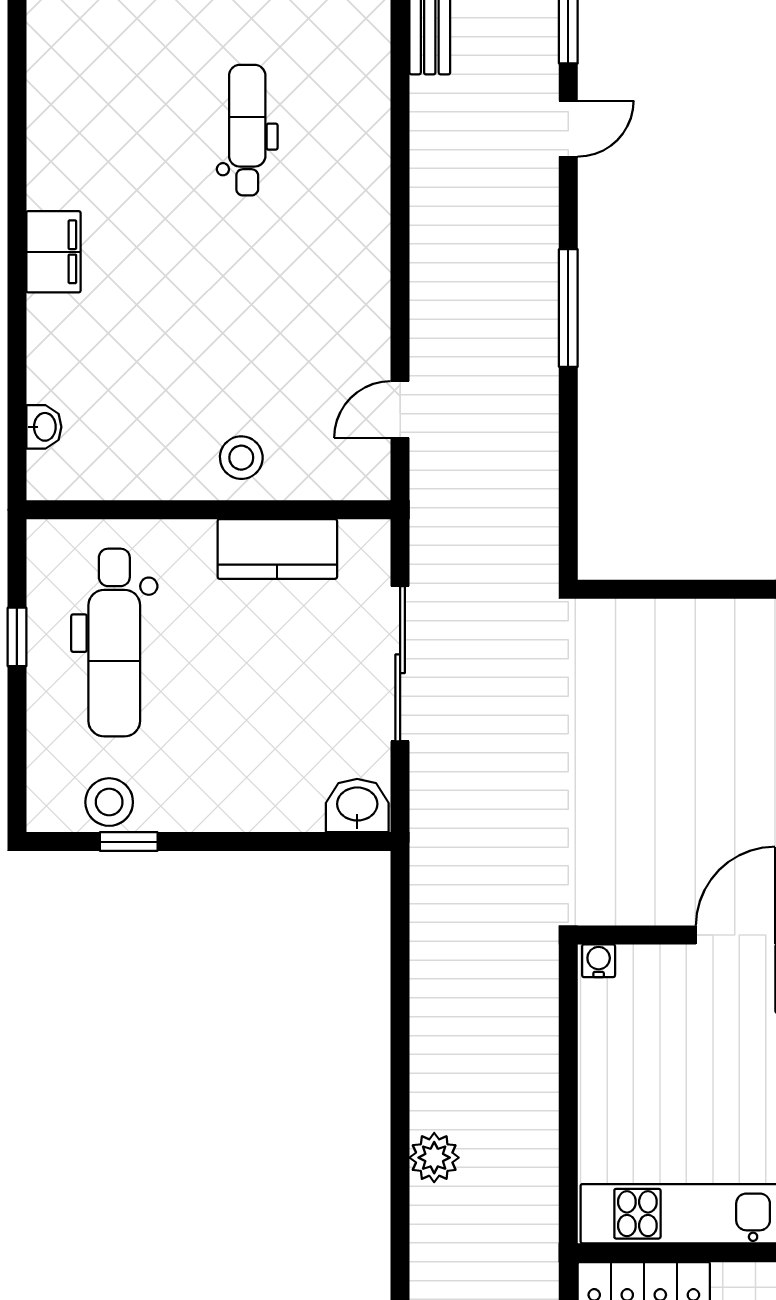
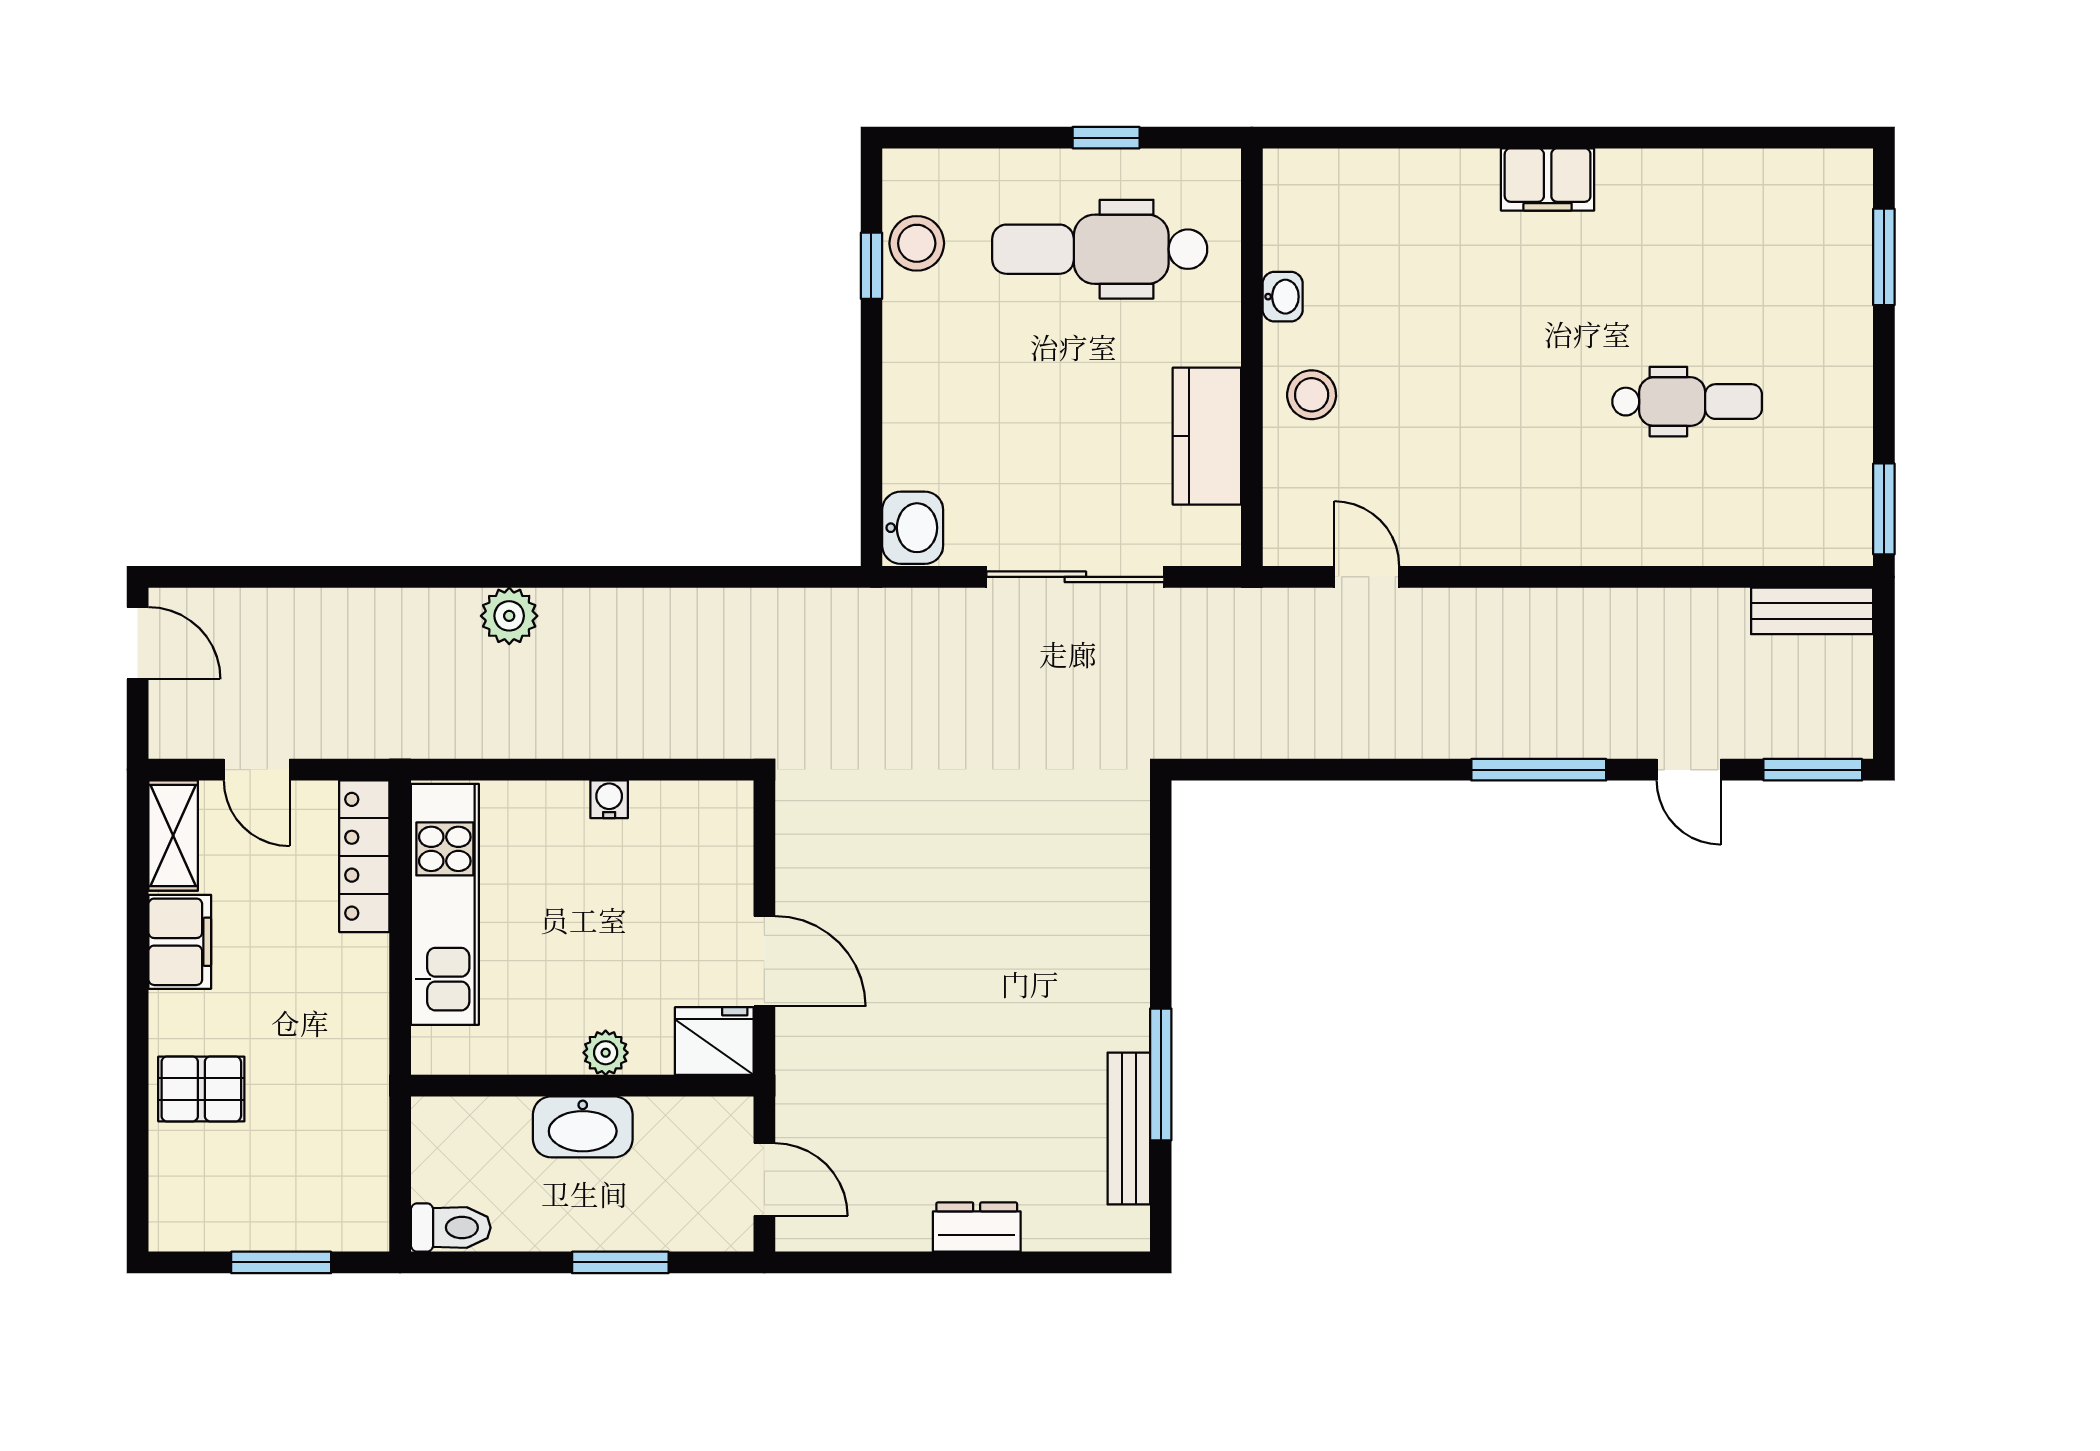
window: (568, 308) -> (1539, 770), moved
washbasin: (44, 427) -> (1283, 297), moved, turned -90
water cooler: (599, 961) -> (609, 799), moved, turned -90

